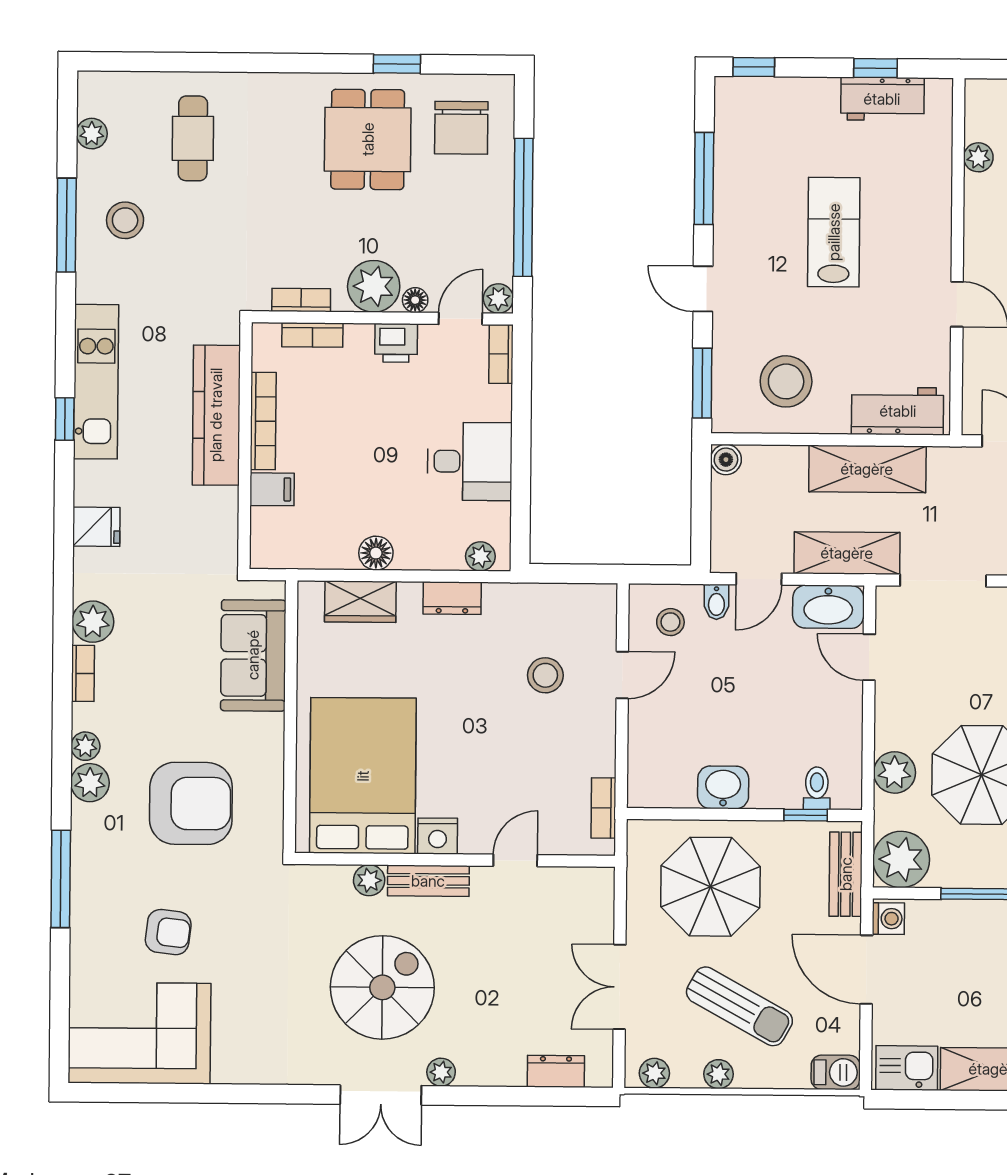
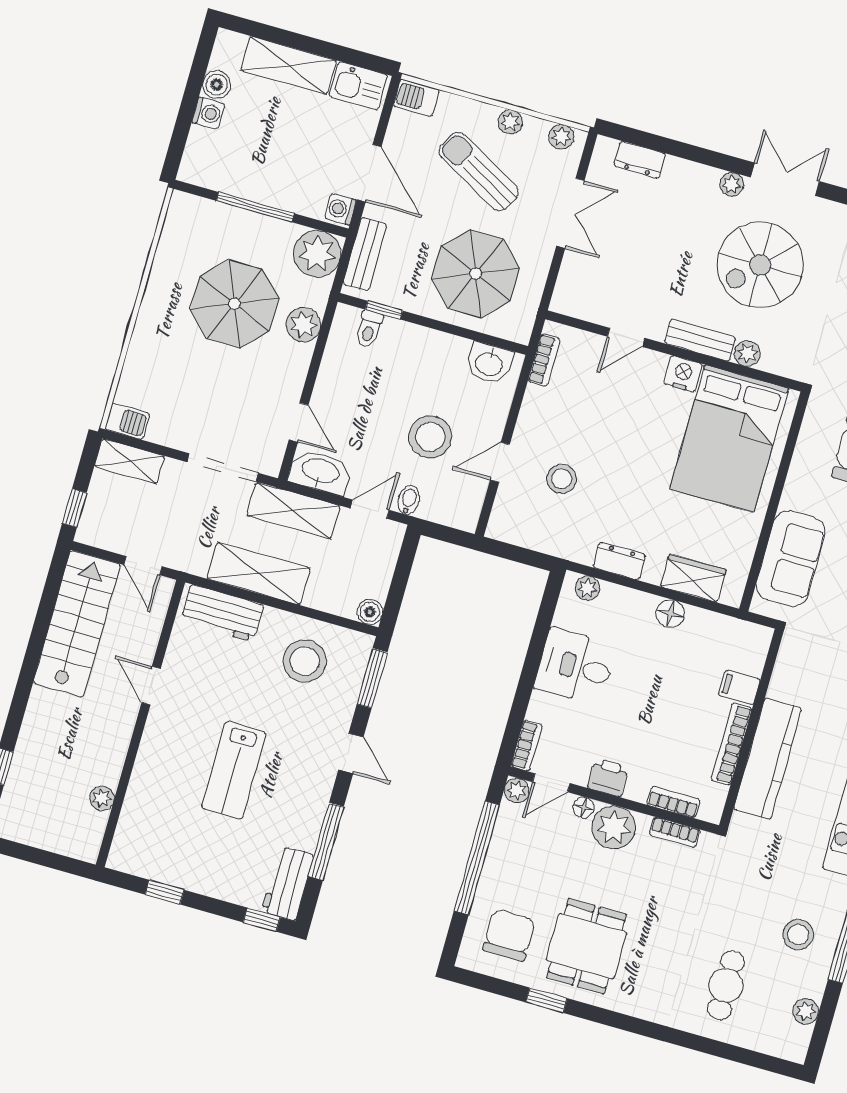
workbench: (882, 99) -> (288, 883), moved, turned -90
stool: (670, 622) -> (430, 437), moved, width x1.89, depth x1.89
washbasin: (723, 787) -> (489, 363), moved

